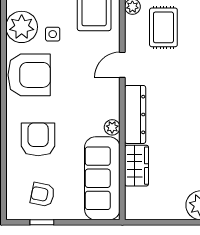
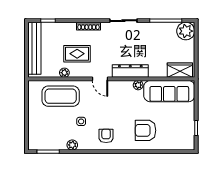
plant: (22, 27) -> (72, 145), width x0.53, depth x0.53
armchair: (29, 75) -> (106, 136), width x0.53, depth x0.53
wardrobe: (137, 166) -> (180, 70), moved
armchair: (43, 194) -> (179, 128), removed

